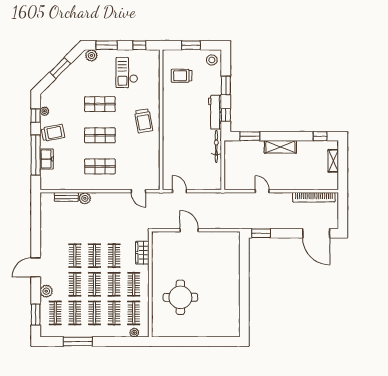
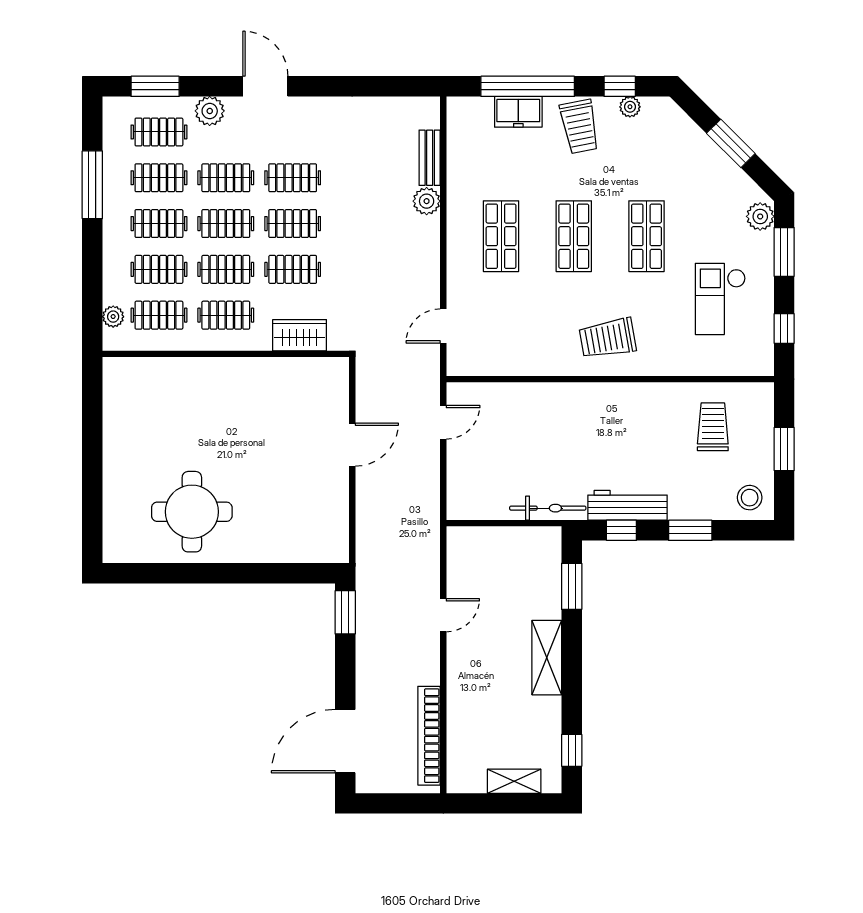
checkout: (127, 73) -> (720, 299), turned -90
round table: (180, 297) -> (192, 512), moved

